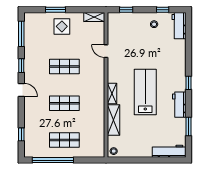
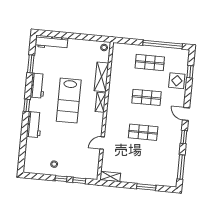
window: (163, 10) -> (61, 179), moved
display table: (62, 26) -> (177, 81), moved
workbench: (179, 26) -> (34, 125), moved
door: (106, 51) -> (102, 143), swing flipped

